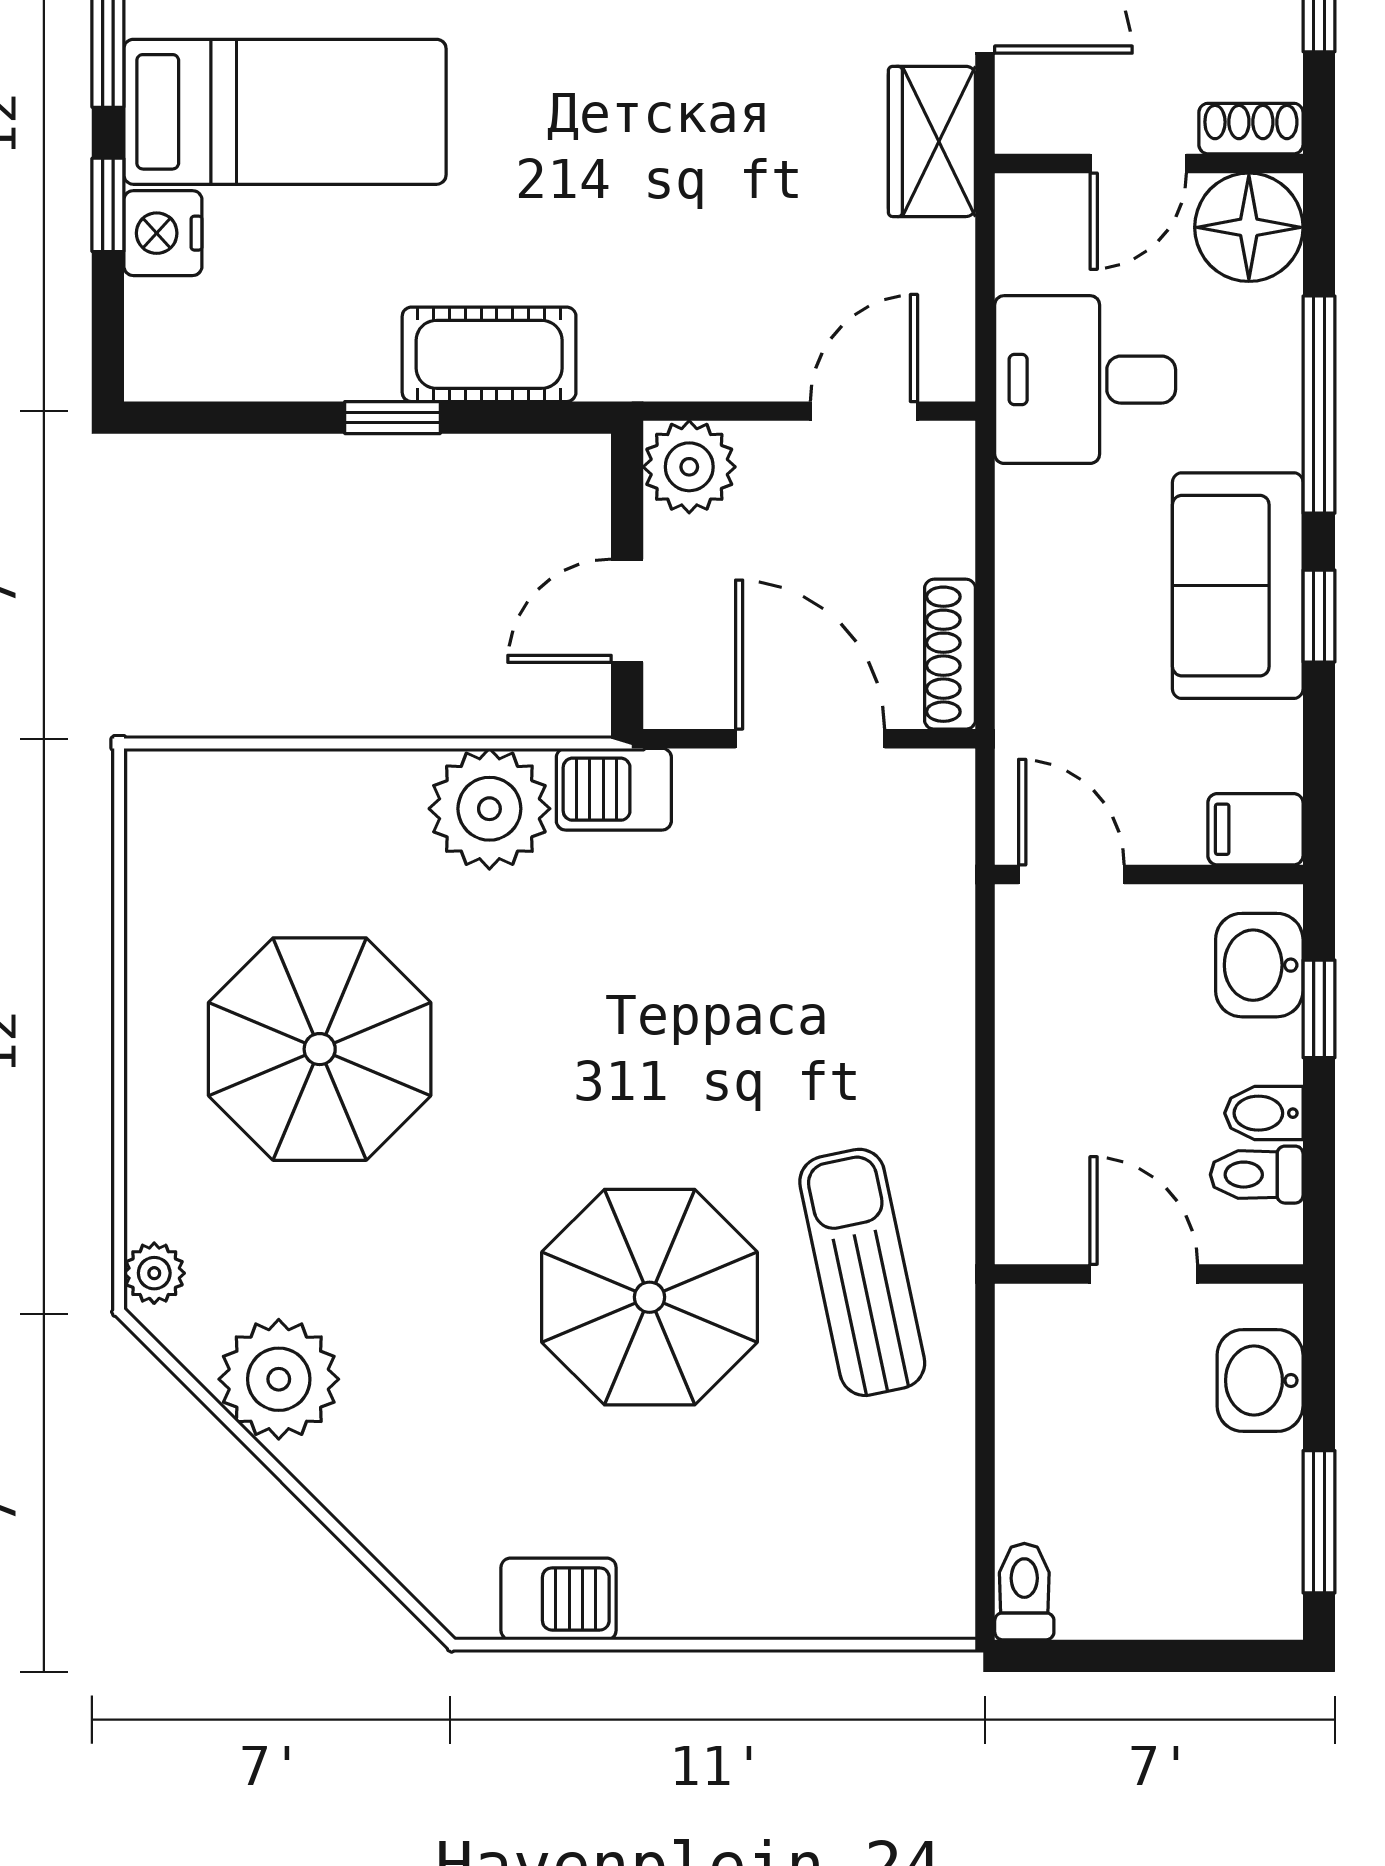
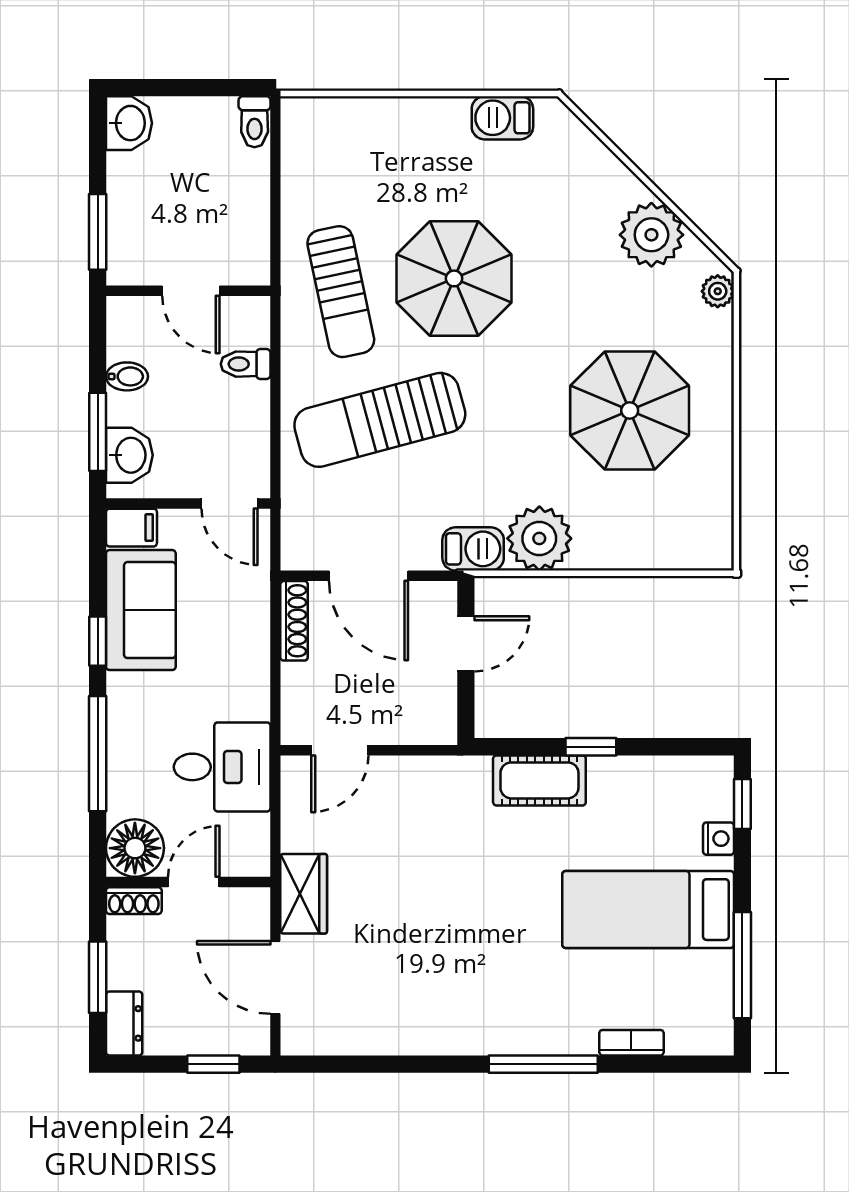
window: (108, 205) -> (742, 804), moved
nightstand: (163, 233) -> (719, 839), width x0.72, depth x0.74
plant: (689, 467) -> (433, 721), removed
sofa: (1238, 586) -> (141, 610), moved
window: (1319, 1009) -> (98, 432), width x1.50
sun lounger: (789, 1031) -> (380, 420), added
toilet: (1257, 1175) -> (246, 364), moved, turned 180
washbasin: (1260, 1380) -> (129, 123), moved
window: (1319, 1522) -> (98, 232), moved

